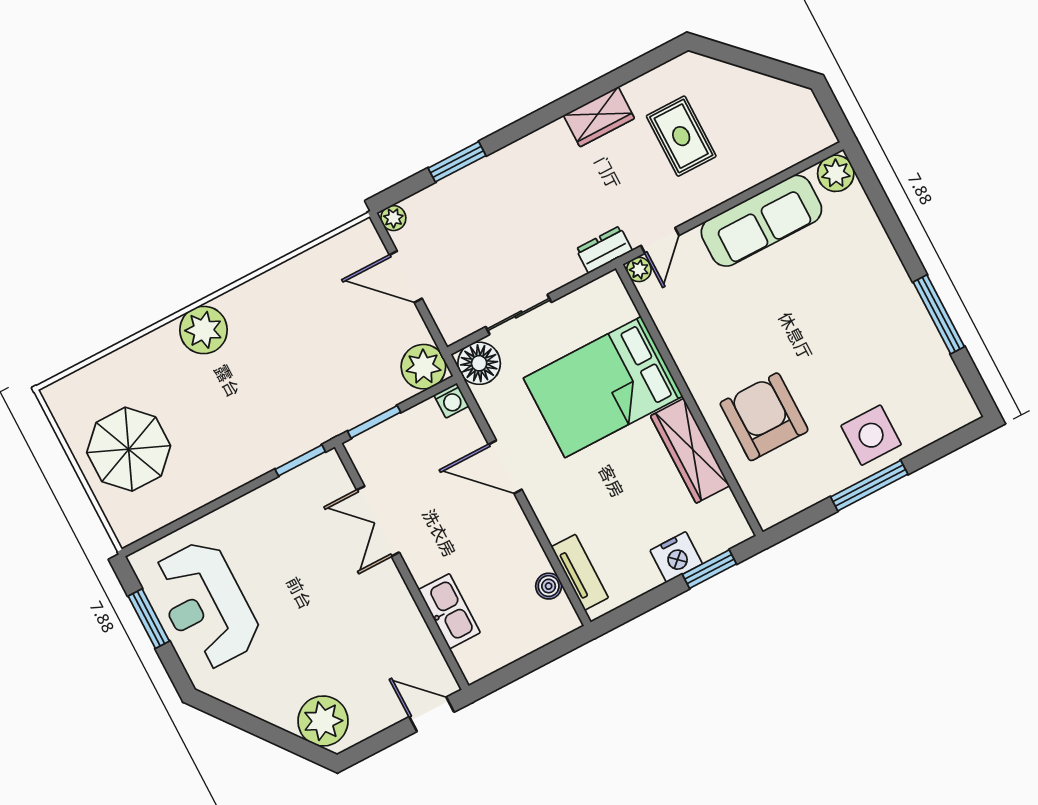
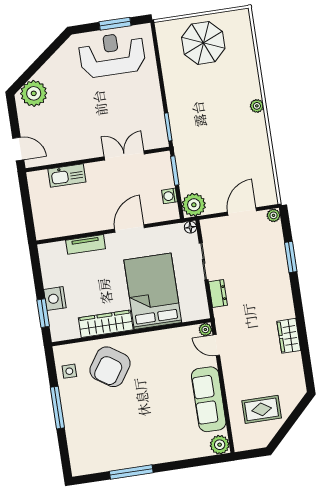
rug: (681, 136) -> (262, 409), moved
dresser: (604, 250) -> (218, 293), moved
plant: (204, 330) -> (257, 106), width x0.53, depth x0.53
floor lamp: (479, 363) -> (190, 227), width x0.53, depth x0.53
washing machine: (451, 401) -> (170, 196), moved
armchair: (764, 417) -> (110, 367), turned 124
side table: (871, 435) -> (69, 371), moved, width x0.54, depth x0.54
tv unit: (580, 572) -> (86, 244), moved
boiler: (549, 586) -> (62, 230), removed
door: (432, 714) -> (18, 149), hinge flipped

